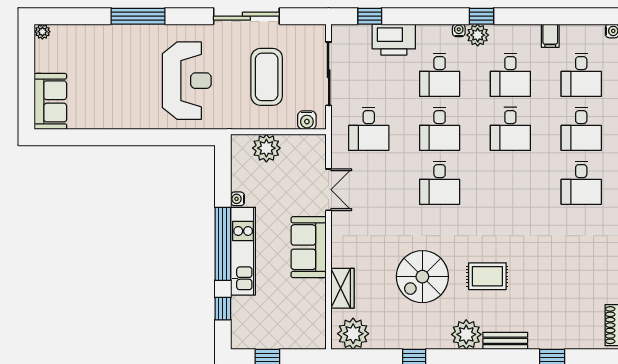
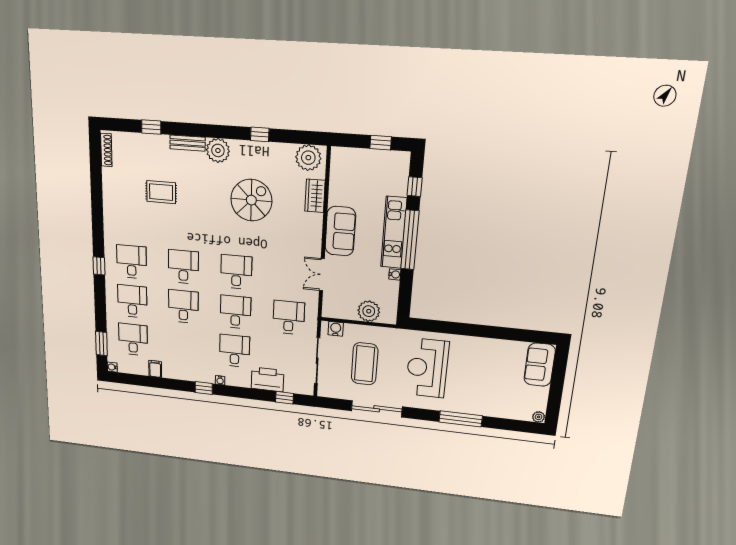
plant: (478, 35) -> (207, 375), removed
desk: (510, 75) -> (183, 267), moved
rug: (487, 276) -> (161, 192), moved

